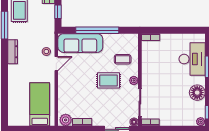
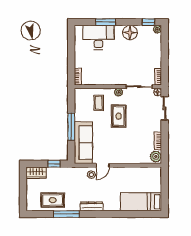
window: (97, 30) -> (71, 127), width x0.68
door: (56, 64) -> (103, 165), swing flipped
bed: (40, 104) -> (141, 202), moved

